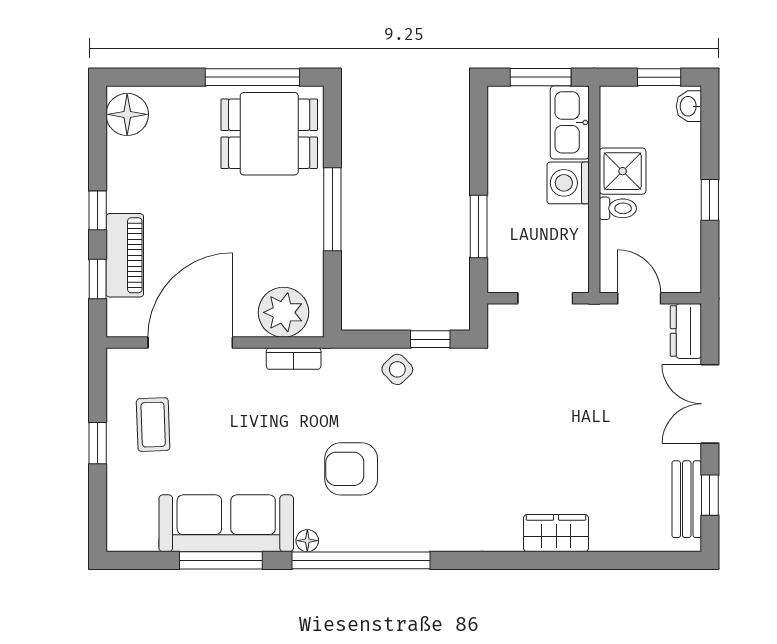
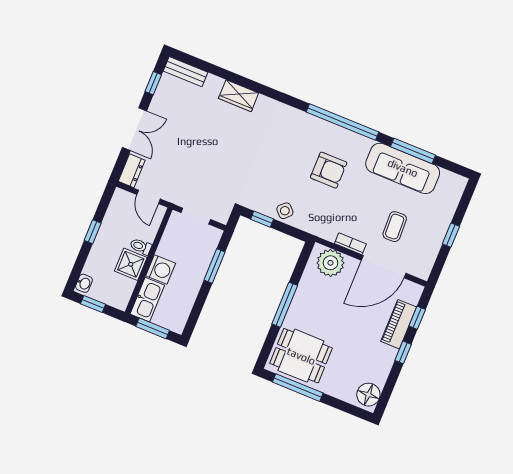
bookcase: (294, 359) -> (350, 244), moved
coffee table: (153, 425) -> (395, 227), moved
bench: (687, 499) -> (186, 72), moved, turned 90
floor lamp: (307, 541) -> (365, 143), removed

